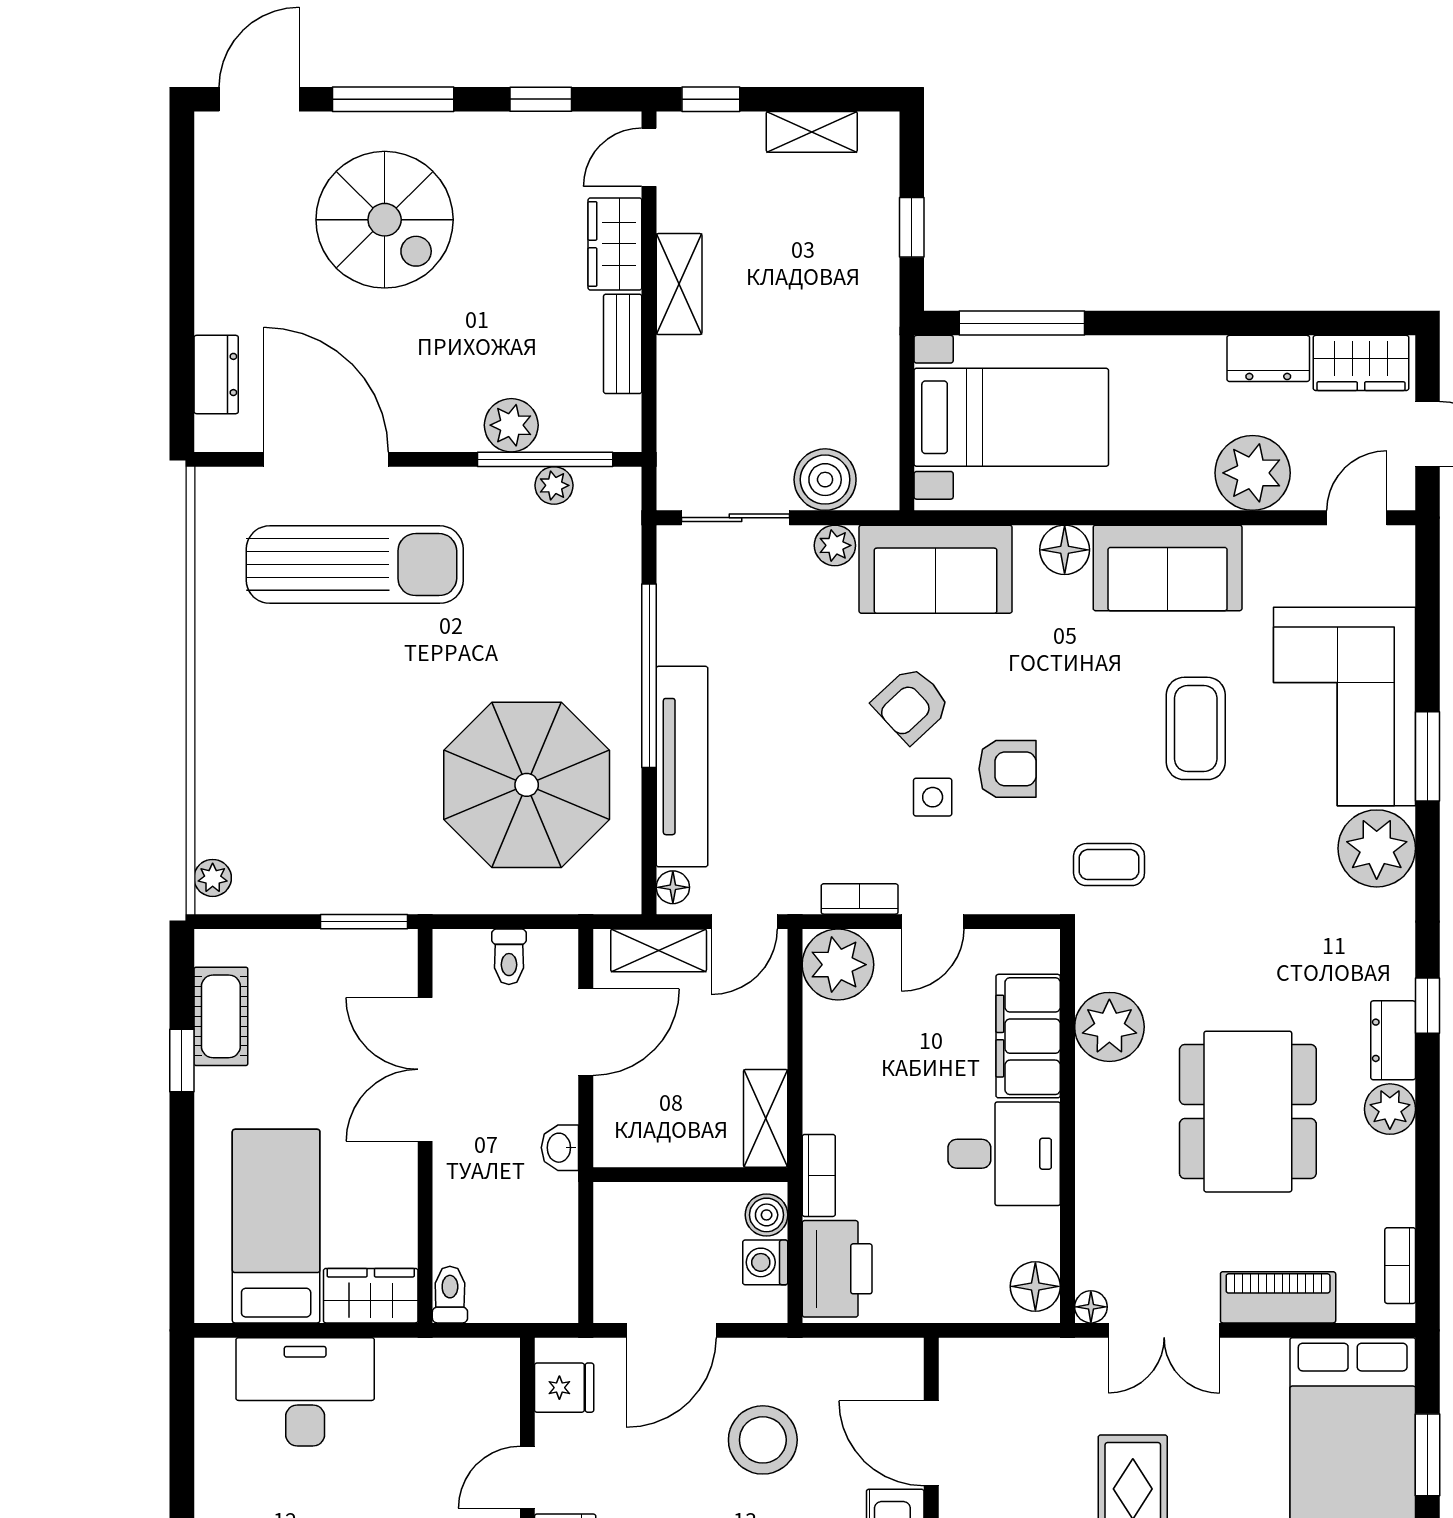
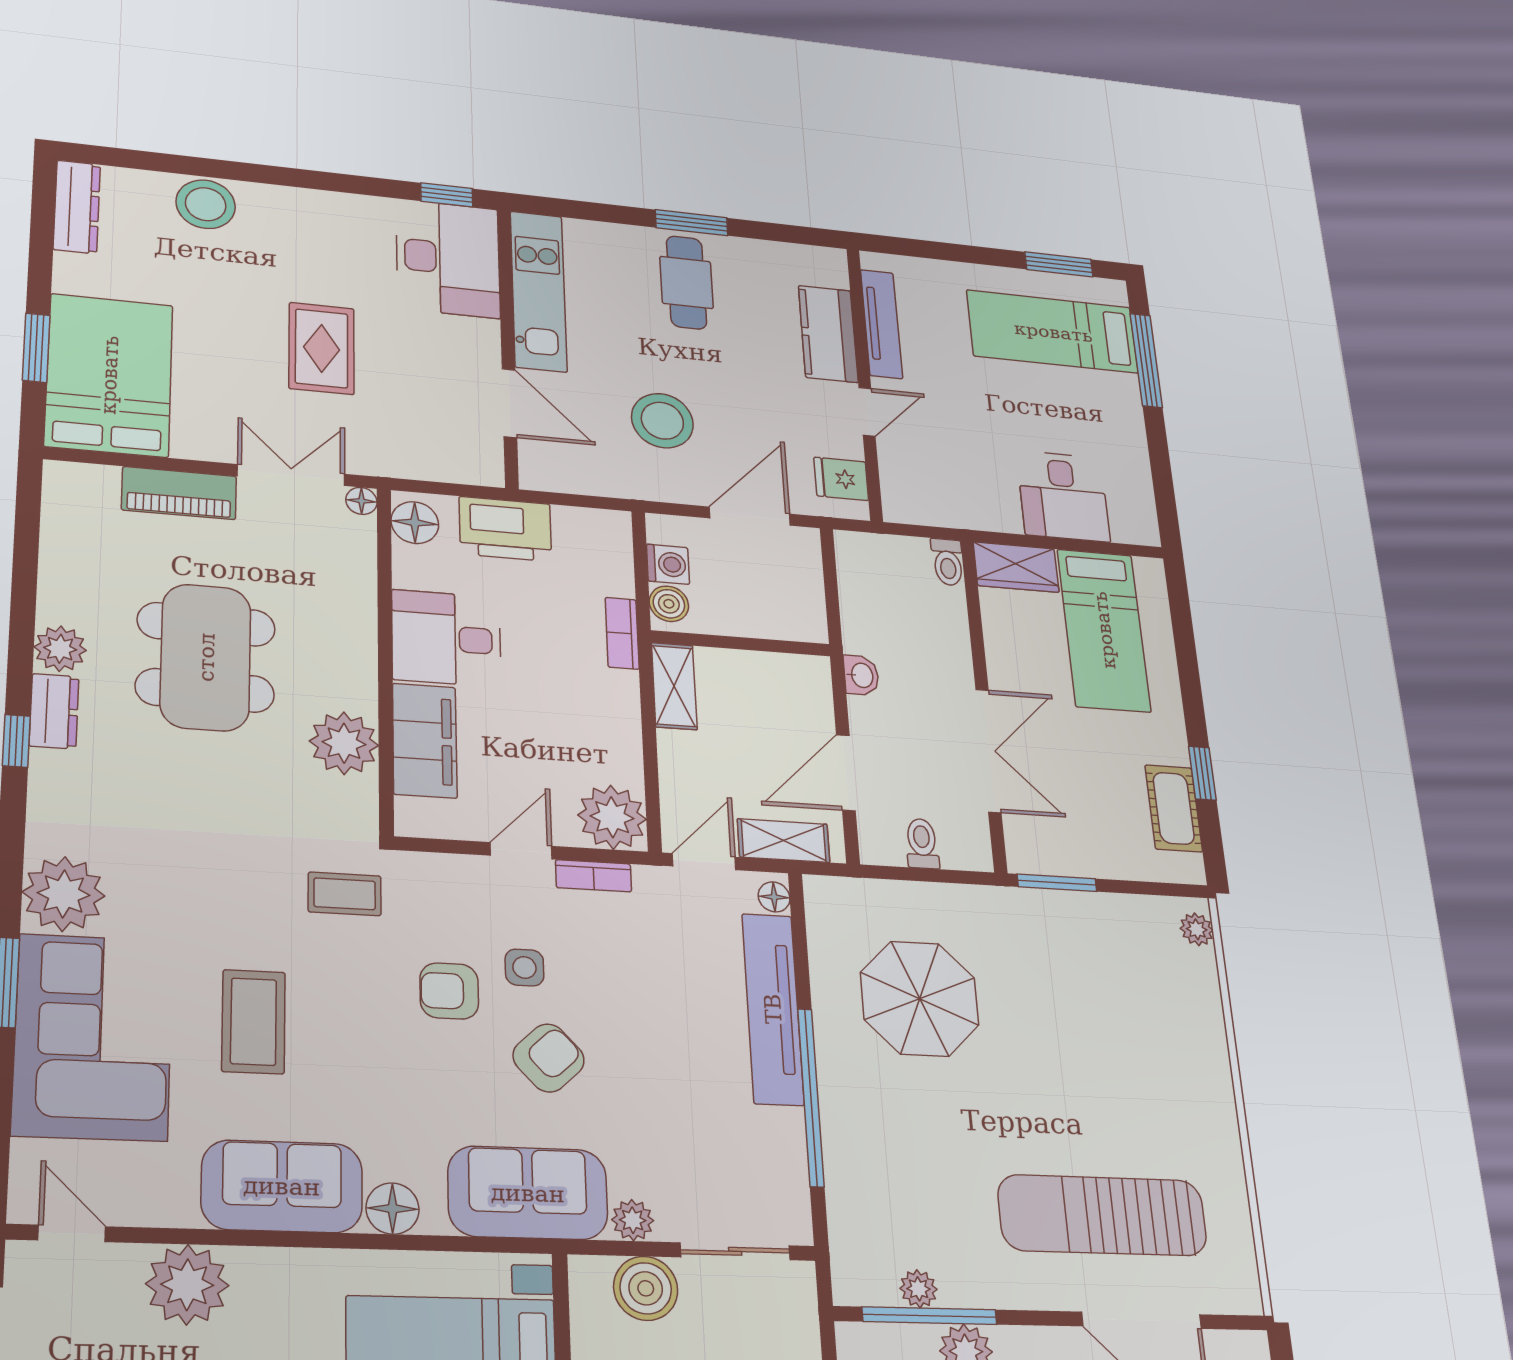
door: (1357, 518) -> (72, 1233), swing flipped
parasol: (527, 785) -> (920, 999), width x0.73, depth x0.73
bookcase: (1400, 1266) -> (56, 510), removed
printer: (837, 1269) -> (505, 529), moved, turned -90
desk: (305, 1392) -> (1063, 496), width x0.73

